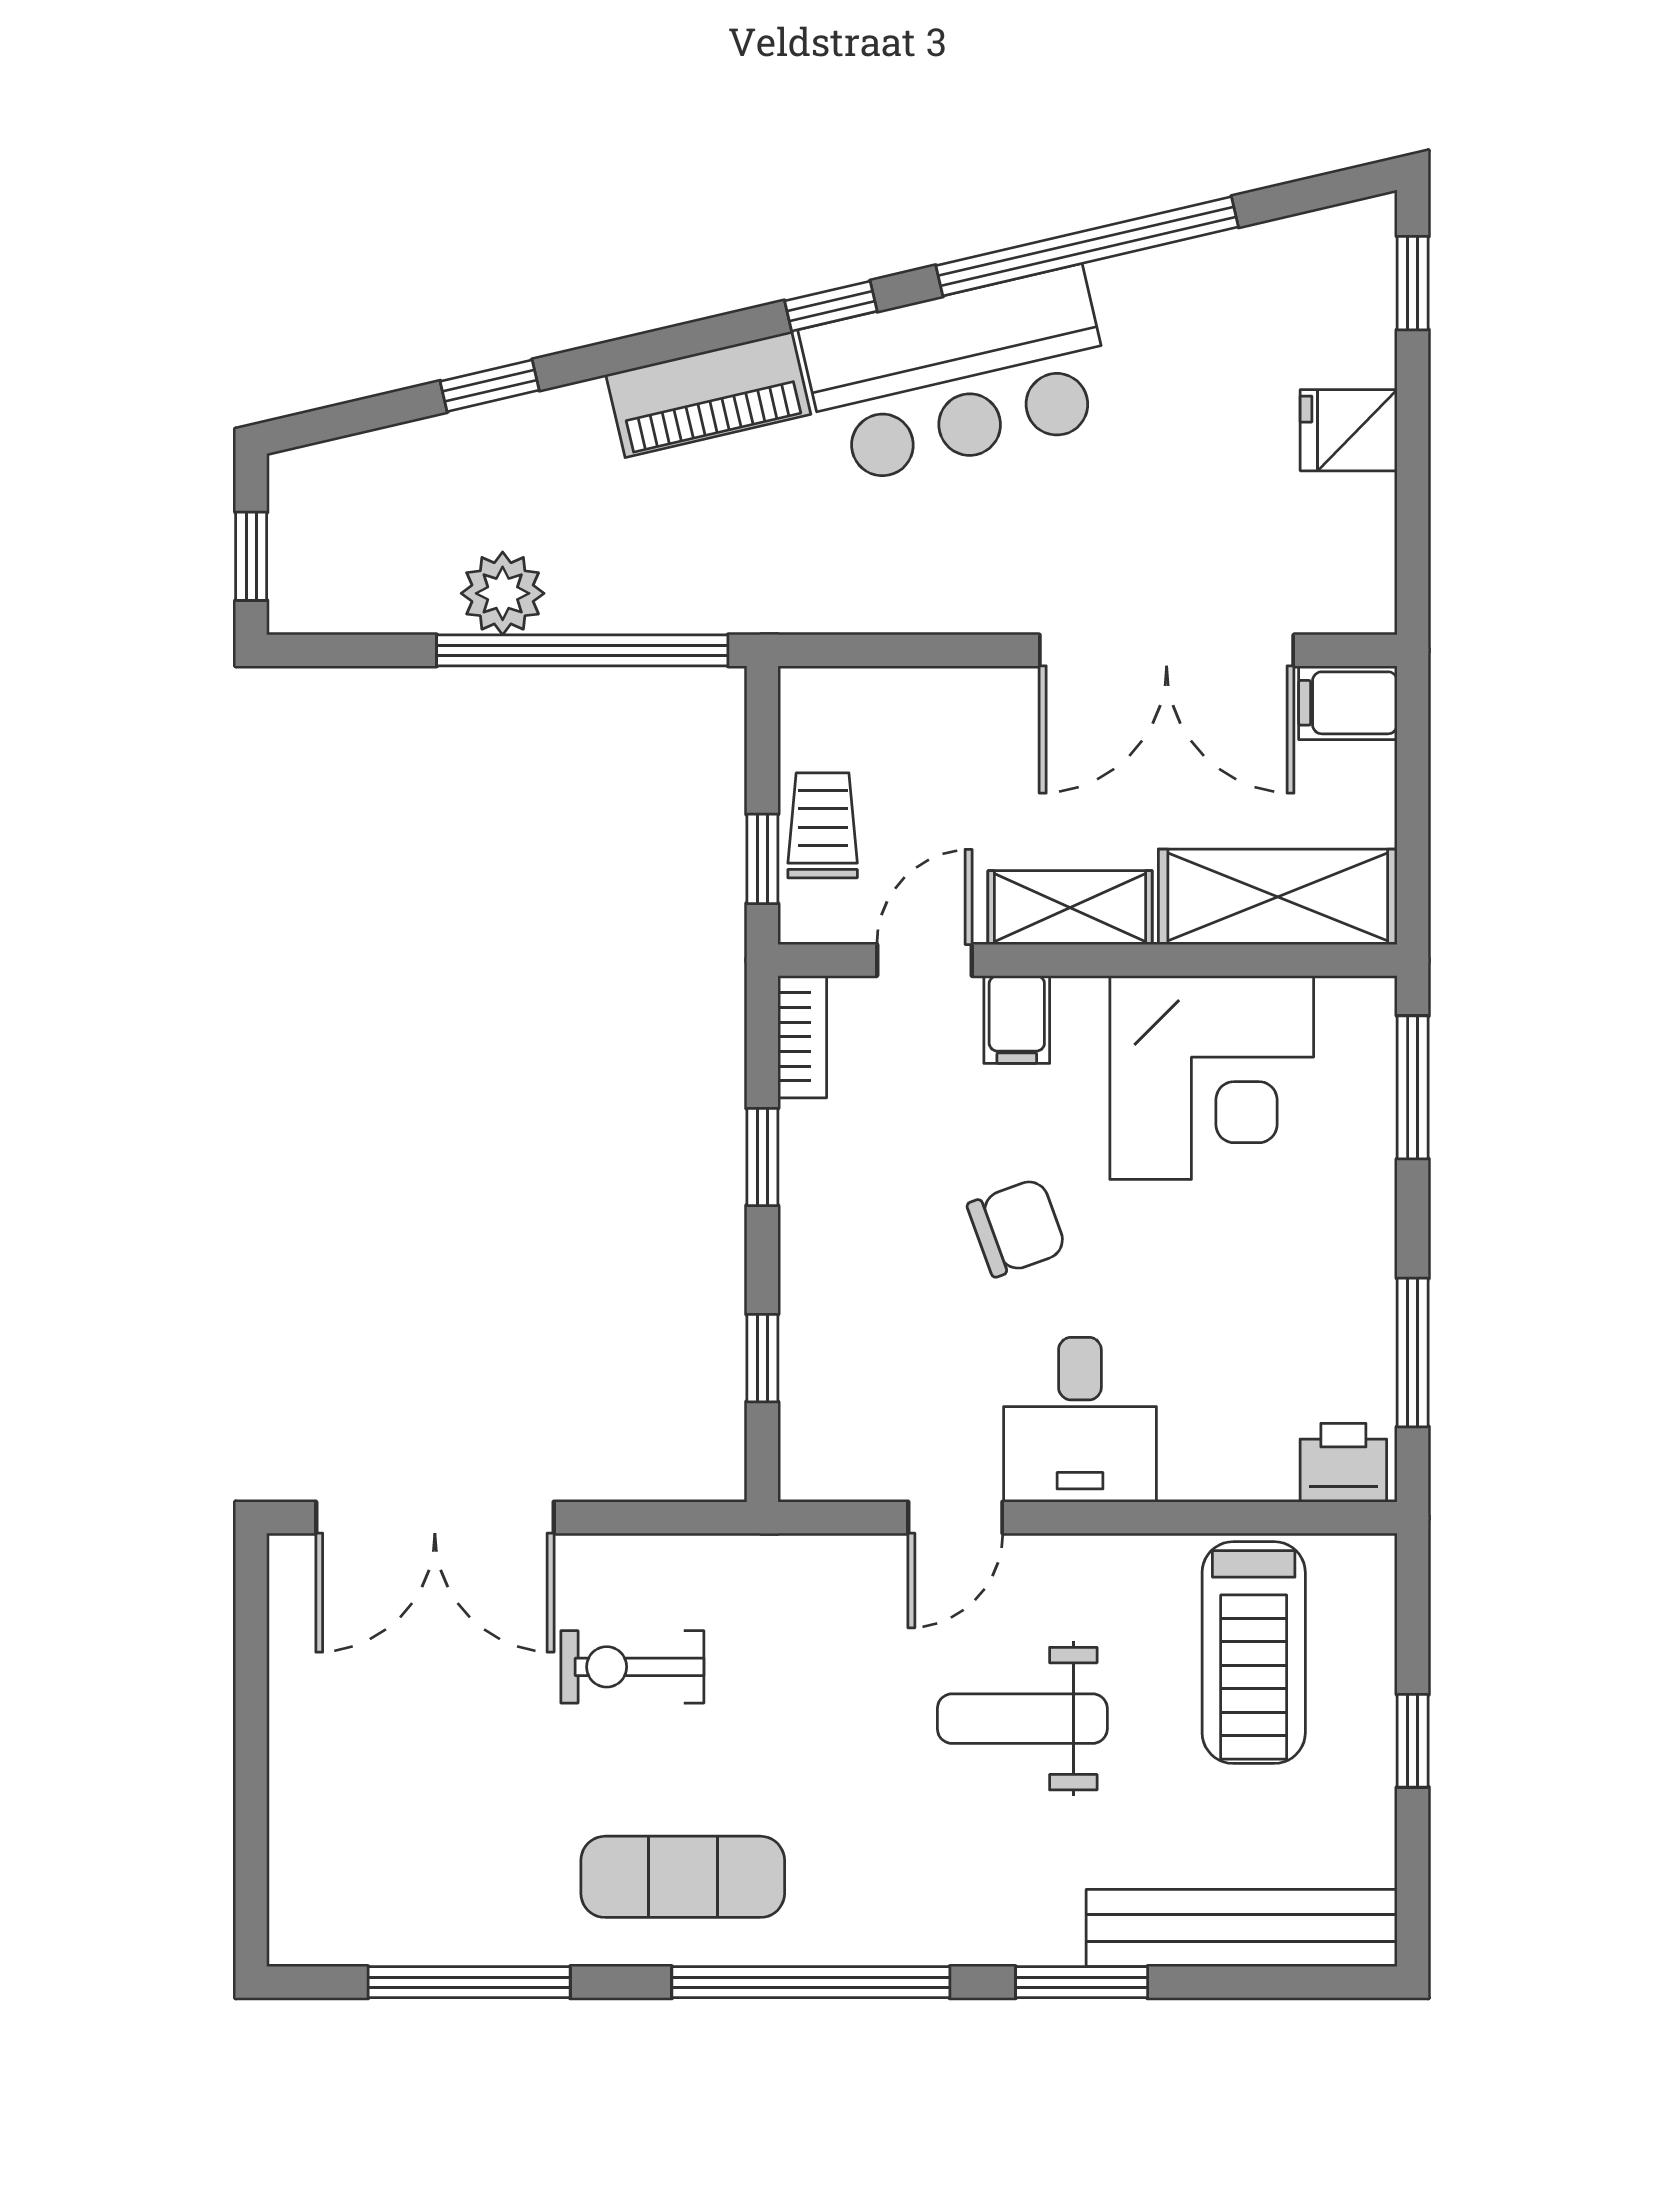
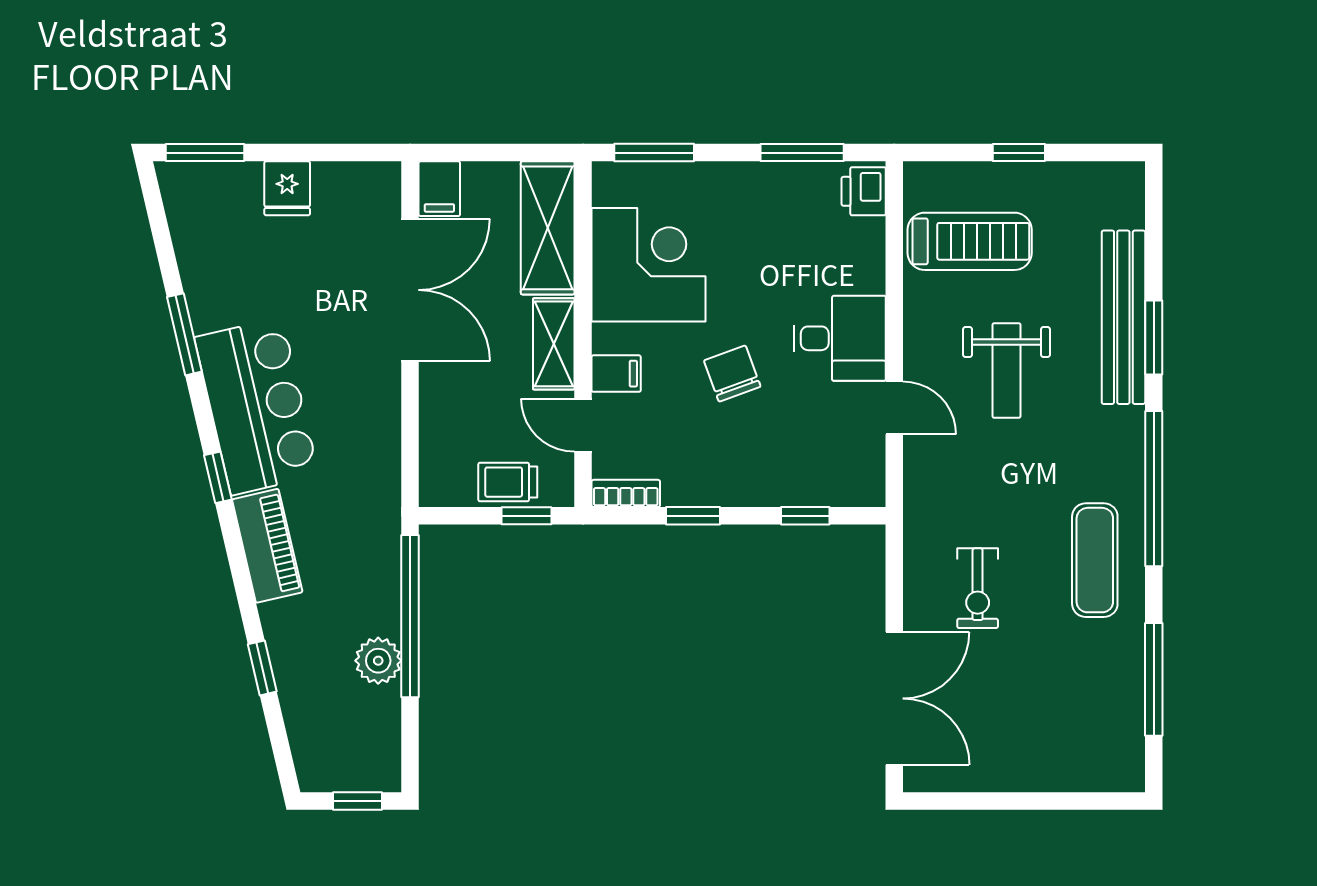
window: (1087, 246) -> (184, 334), width x0.47
window: (1413, 283) -> (205, 153), width x1.50
bench: (1242, 1928) -> (1123, 317), moved

